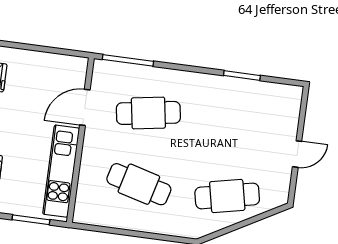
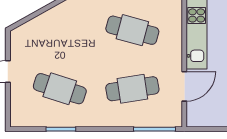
cafe table: (227, 196) -> (60, 89), moved, turned 30

